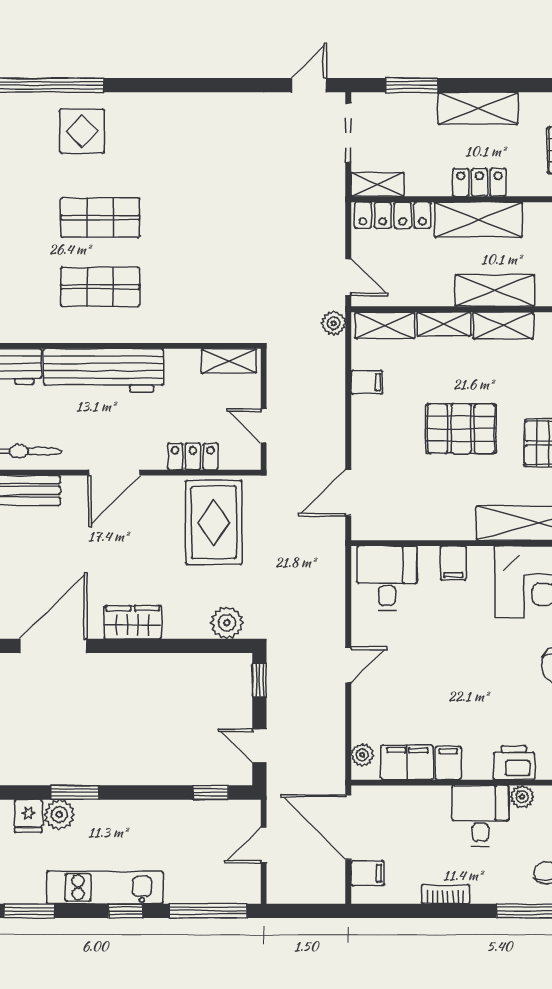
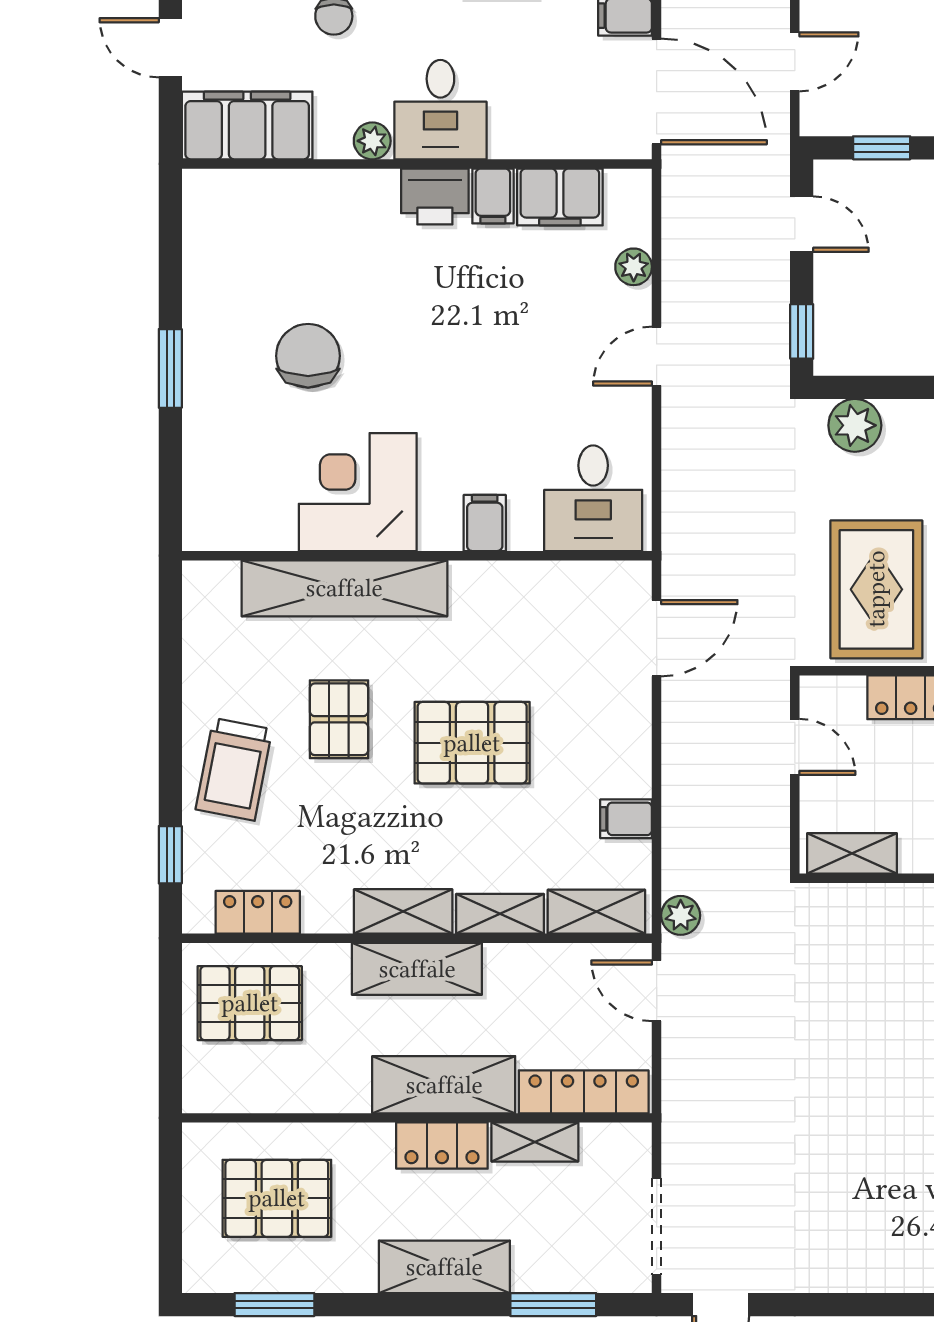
shelving: (378, 184) -> (535, 1142), moved
plant: (362, 755) -> (634, 267), moved
printer: (514, 763) -> (435, 196), moved

